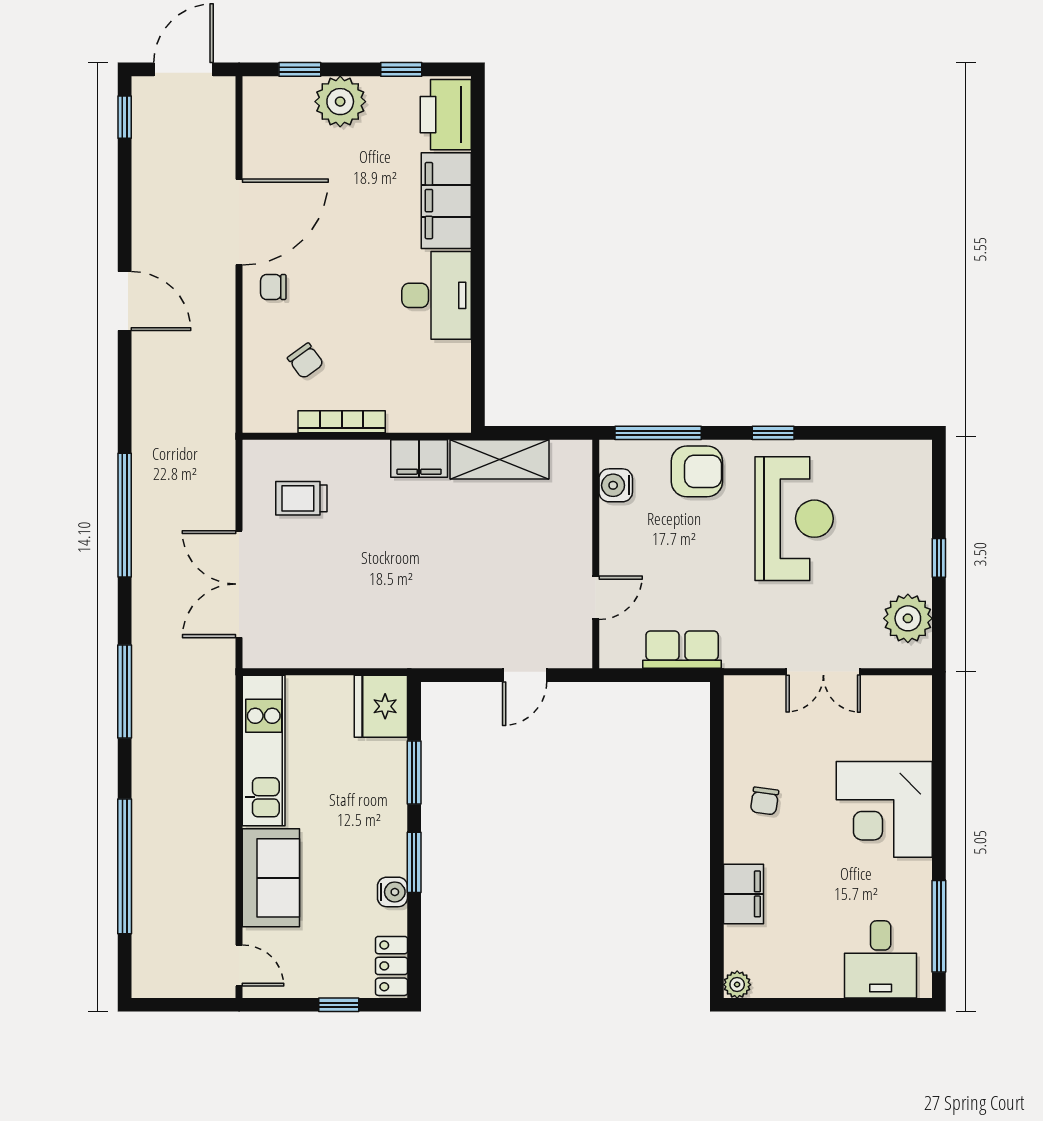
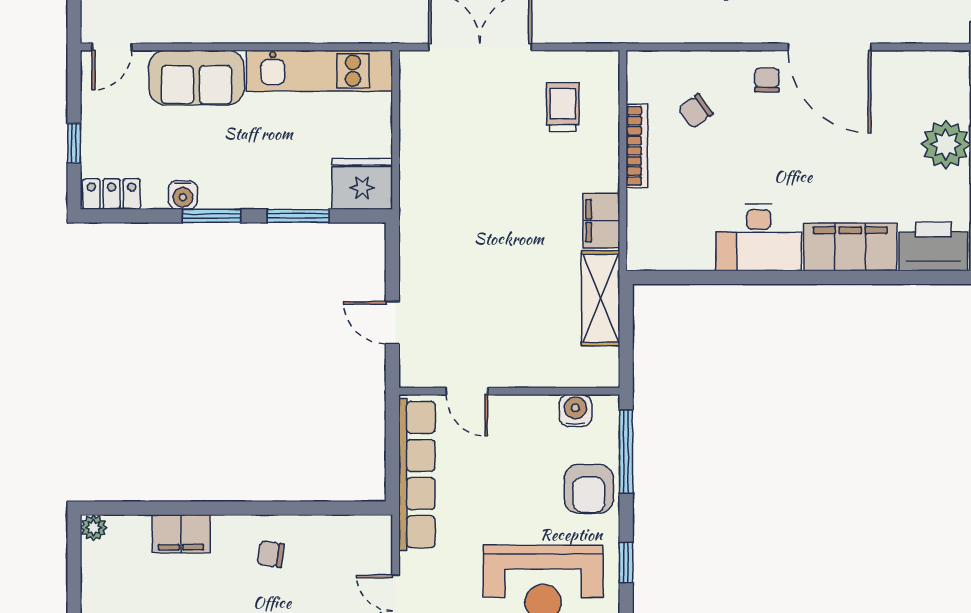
row of seats: (682, 650) -> (417, 474), width x2.02

